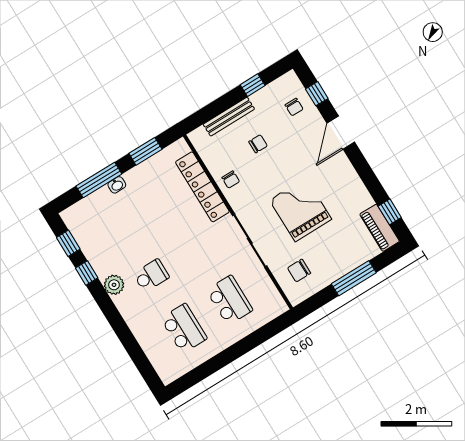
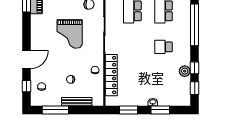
window: (253, 85) -> (55, 110), width x2.17
window: (99, 180) -> (160, 110), width x0.69
plant: (114, 285) -> (185, 71), moved
window: (126, 336) -> (195, 25), added

